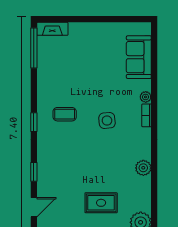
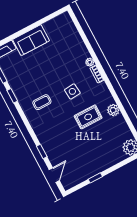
sofa: (139, 57) -> (31, 40), moved, turned -90
window: (34, 122) -> (12, 96), moved
rug: (101, 203) -> (88, 117), moved

